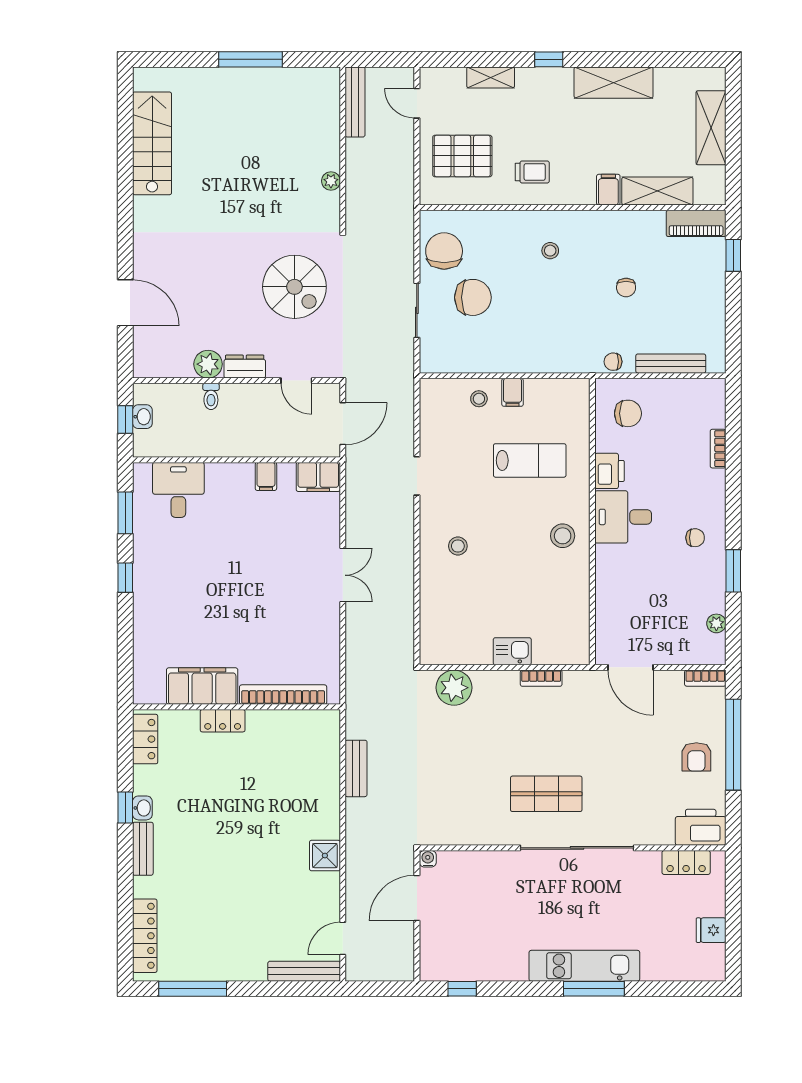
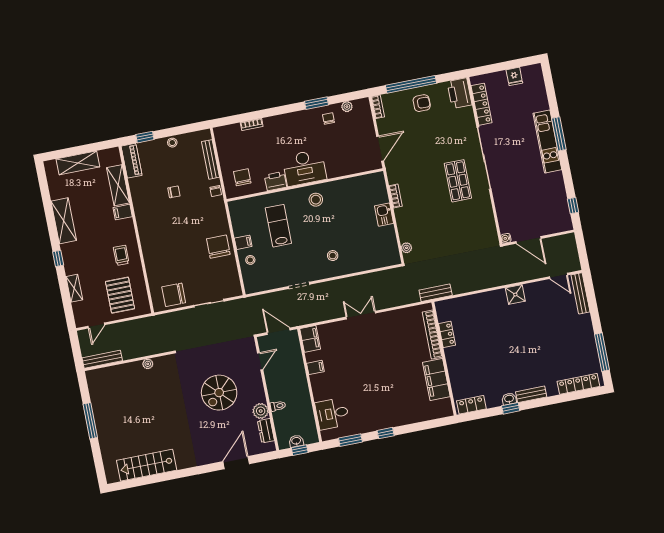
stool: (550, 251) -> (172, 143), moved
spiral stairs: (294, 287) -> (219, 393), moved, turned 180
chair: (473, 297) -> (218, 247), moved
dresser: (245, 367) -> (266, 431), moved
desk: (623, 517) -> (304, 168), width x1.37
chair: (695, 538) -> (328, 118), moved
plant: (454, 688) -> (406, 248), width x0.53, depth x0.53
locker: (223, 721) -> (447, 334), moved
bench: (356, 768) -> (436, 293), moved
locker: (686, 862) -> (482, 104), width x1.53

